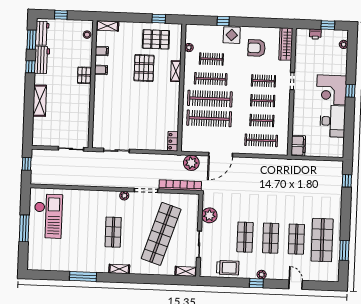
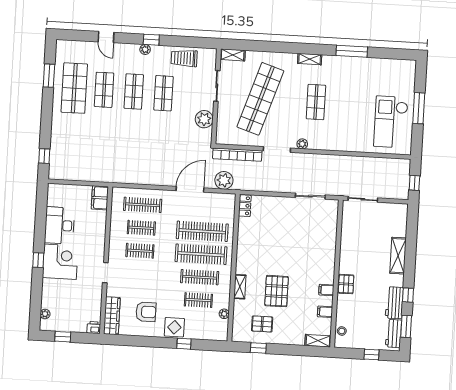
printer: (315, 34) -> (94, 328), moved
pallet: (156, 39) -> (262, 324), width x0.67, depth x0.71
clothes rail: (263, 81) -> (139, 274), removed

